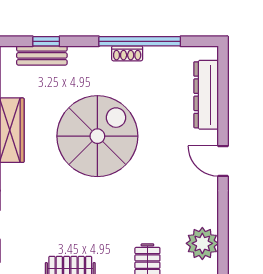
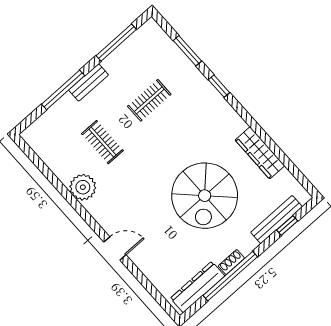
bench: (42, 55) -> (276, 220), width x1.36
dresser: (206, 95) -> (197, 287), moved, turned -90

